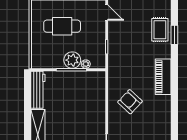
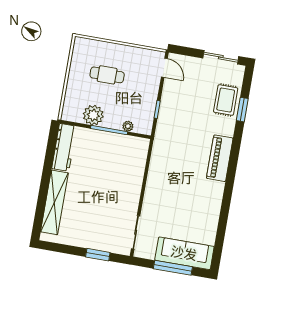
cafe table: (62, 26) -> (107, 75), width x0.73, depth x0.74
plant: (72, 60) -> (93, 115), moved
armchair: (130, 102) -> (174, 182), removed

